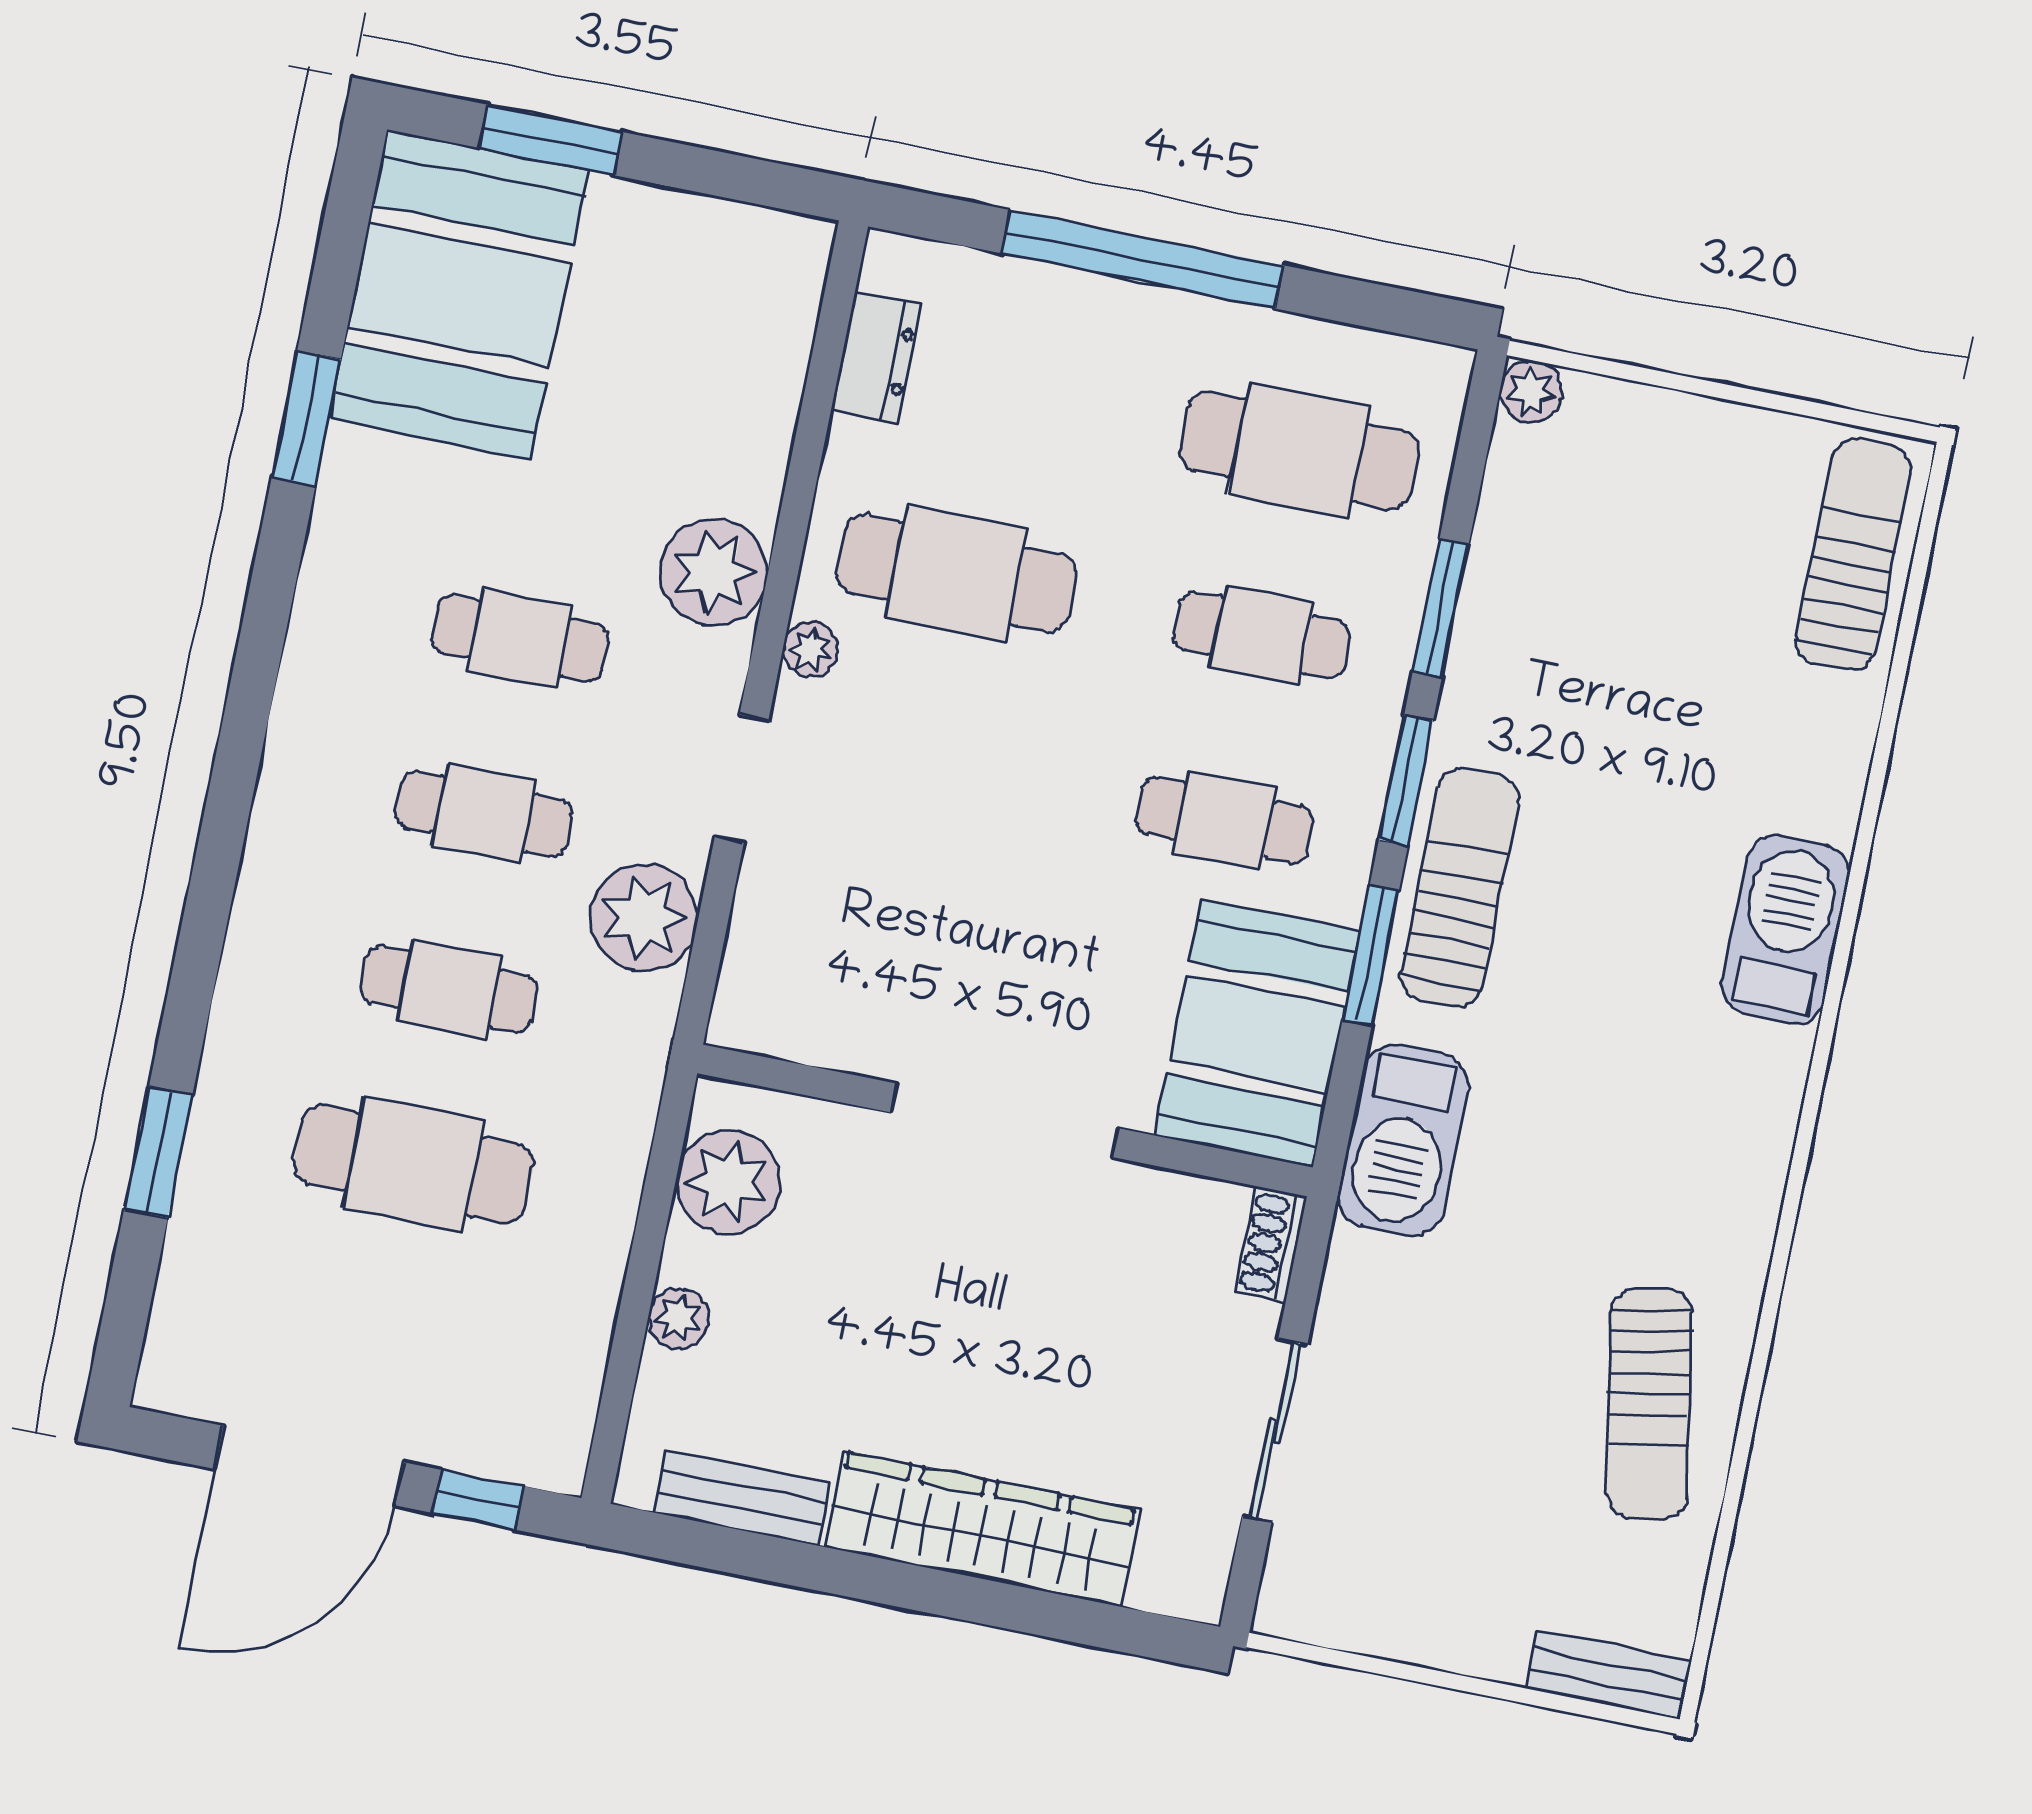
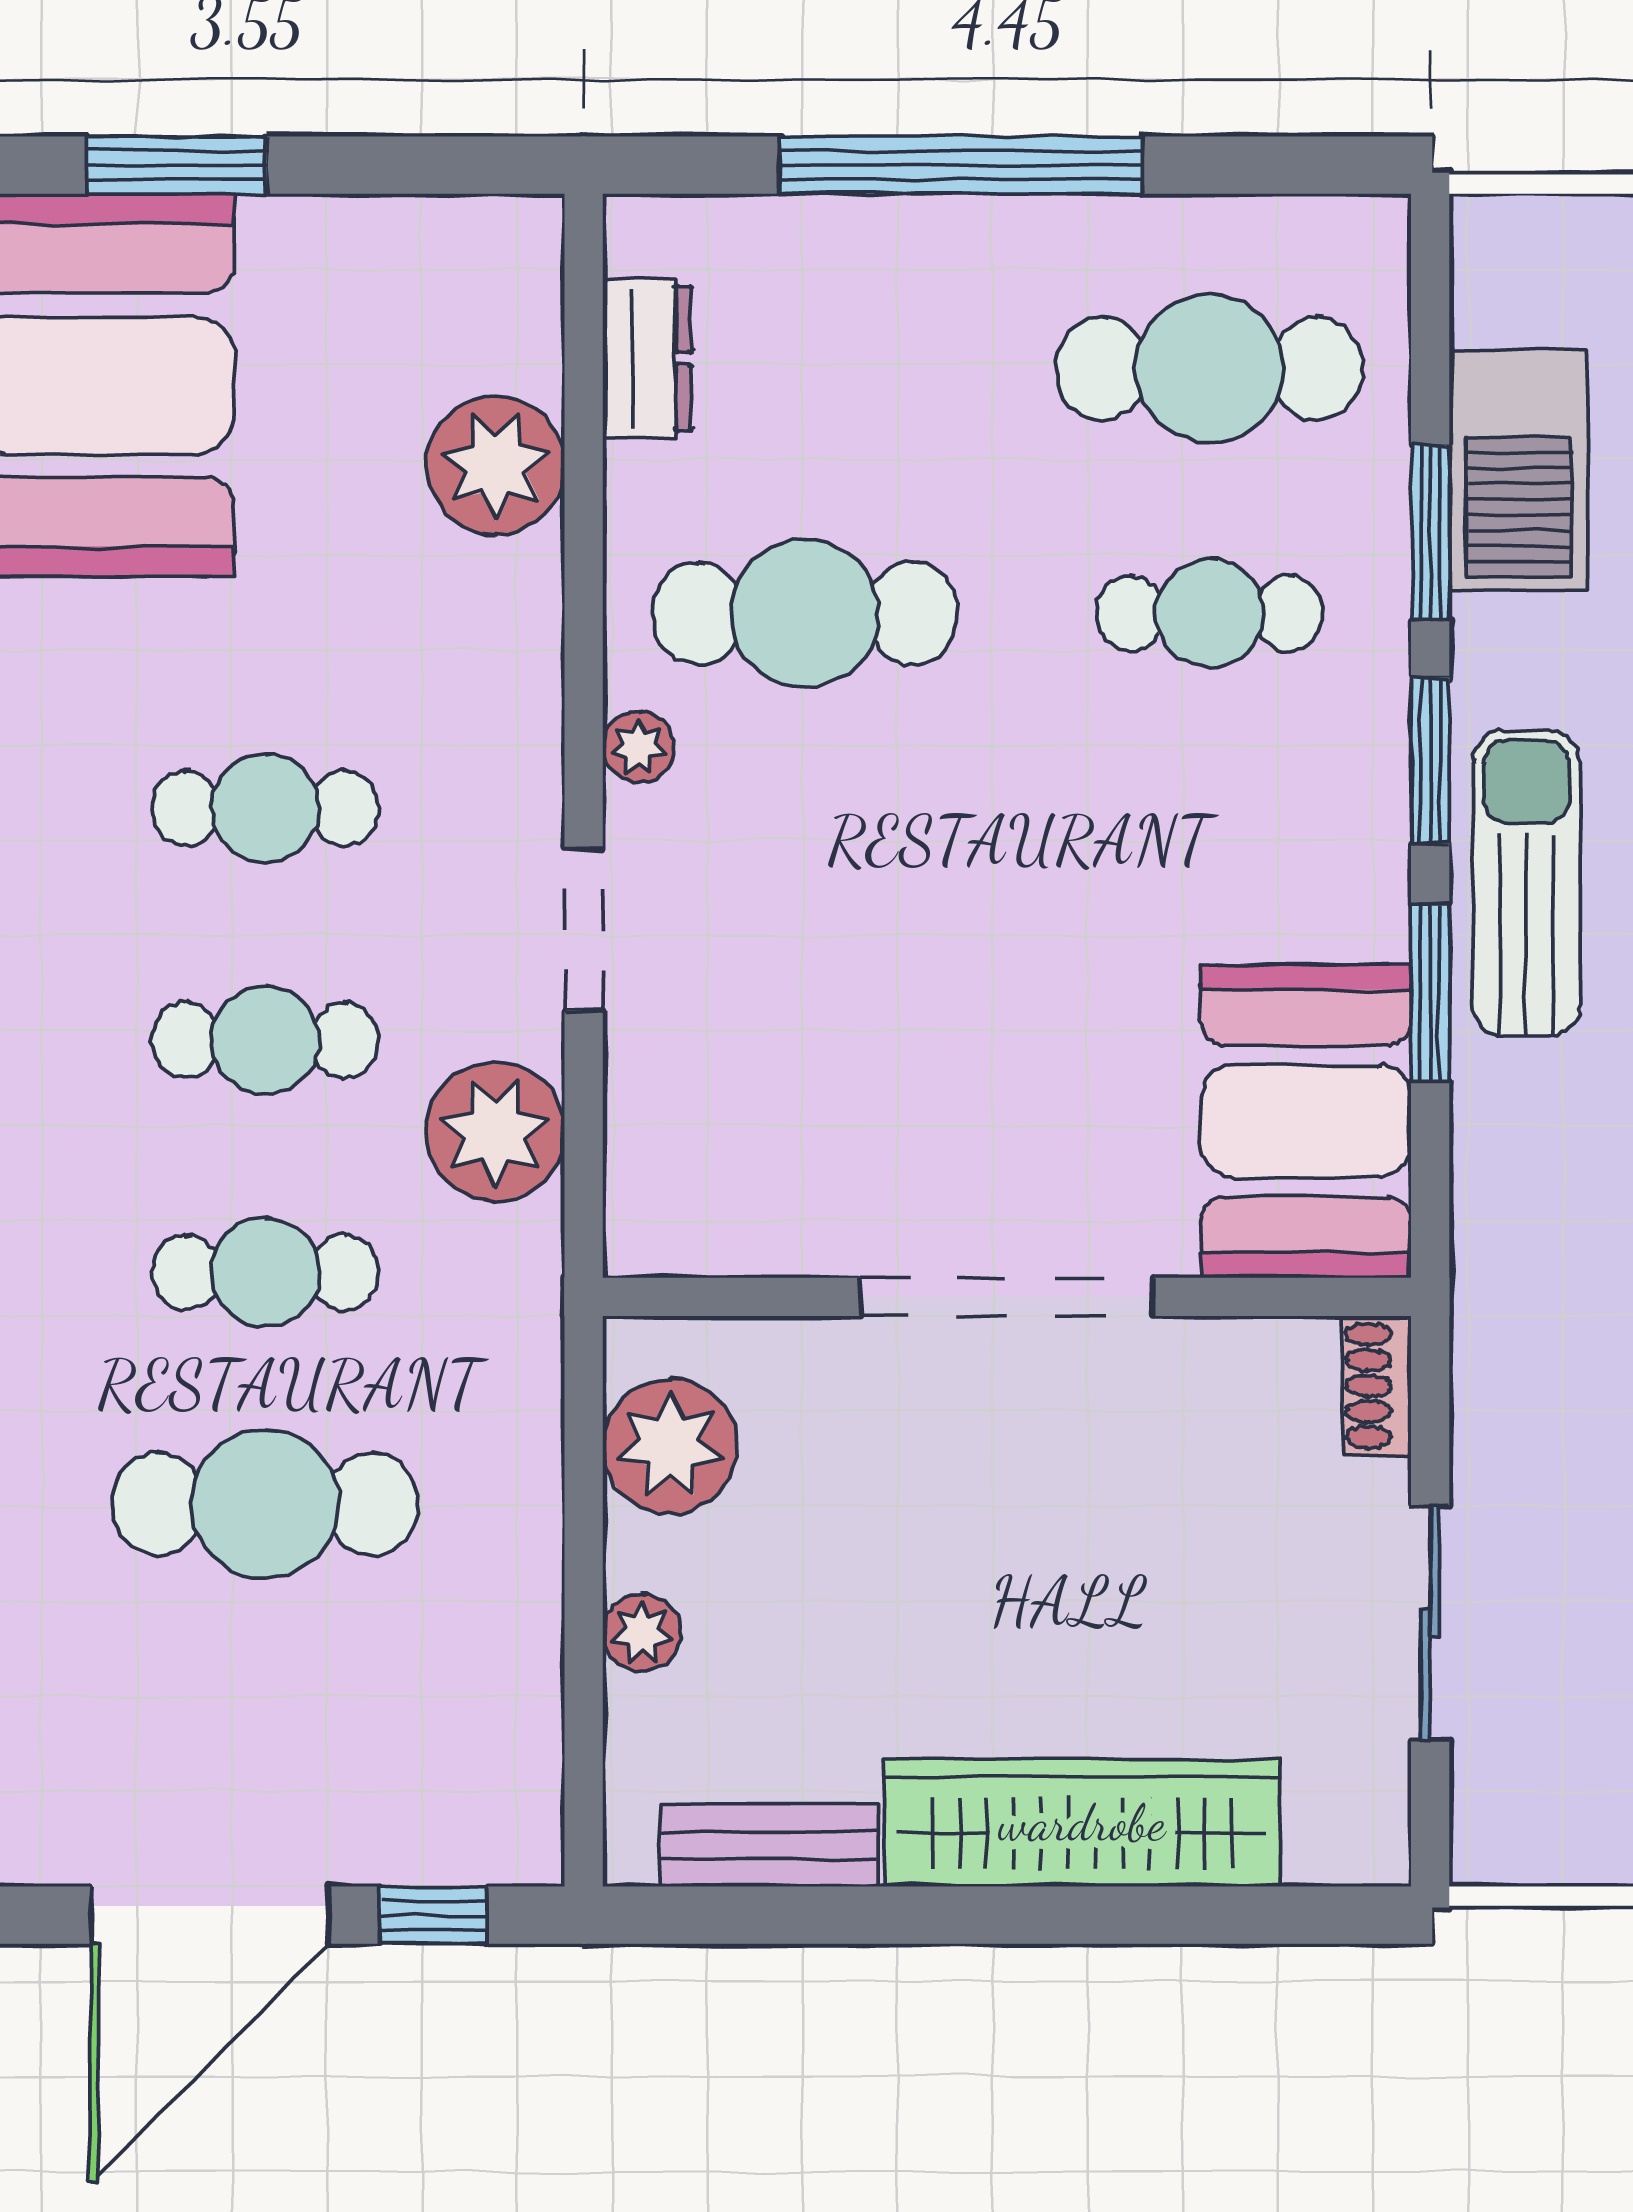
plant: (1531, 392) -> (1490, 234), removed
plant: (714, 572) -> (496, 465), moved
cafe table: (1224, 820) -> (1209, 858), removed
barbecue: (1403, 1141) -> (1519, 471), moved

